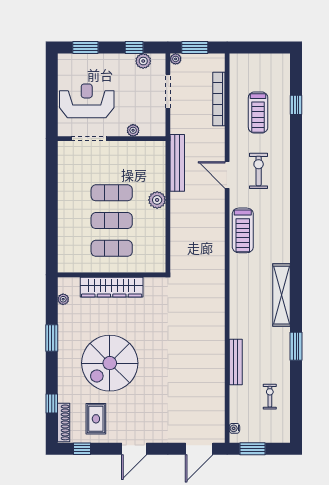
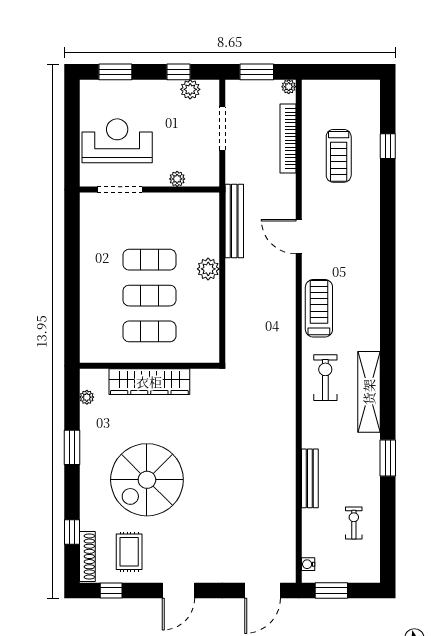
plant: (176, 59) -> (289, 87), moved
exercise bike: (259, 171) -> (325, 378), moved
treadmill: (243, 230) -> (319, 308), turned 180

